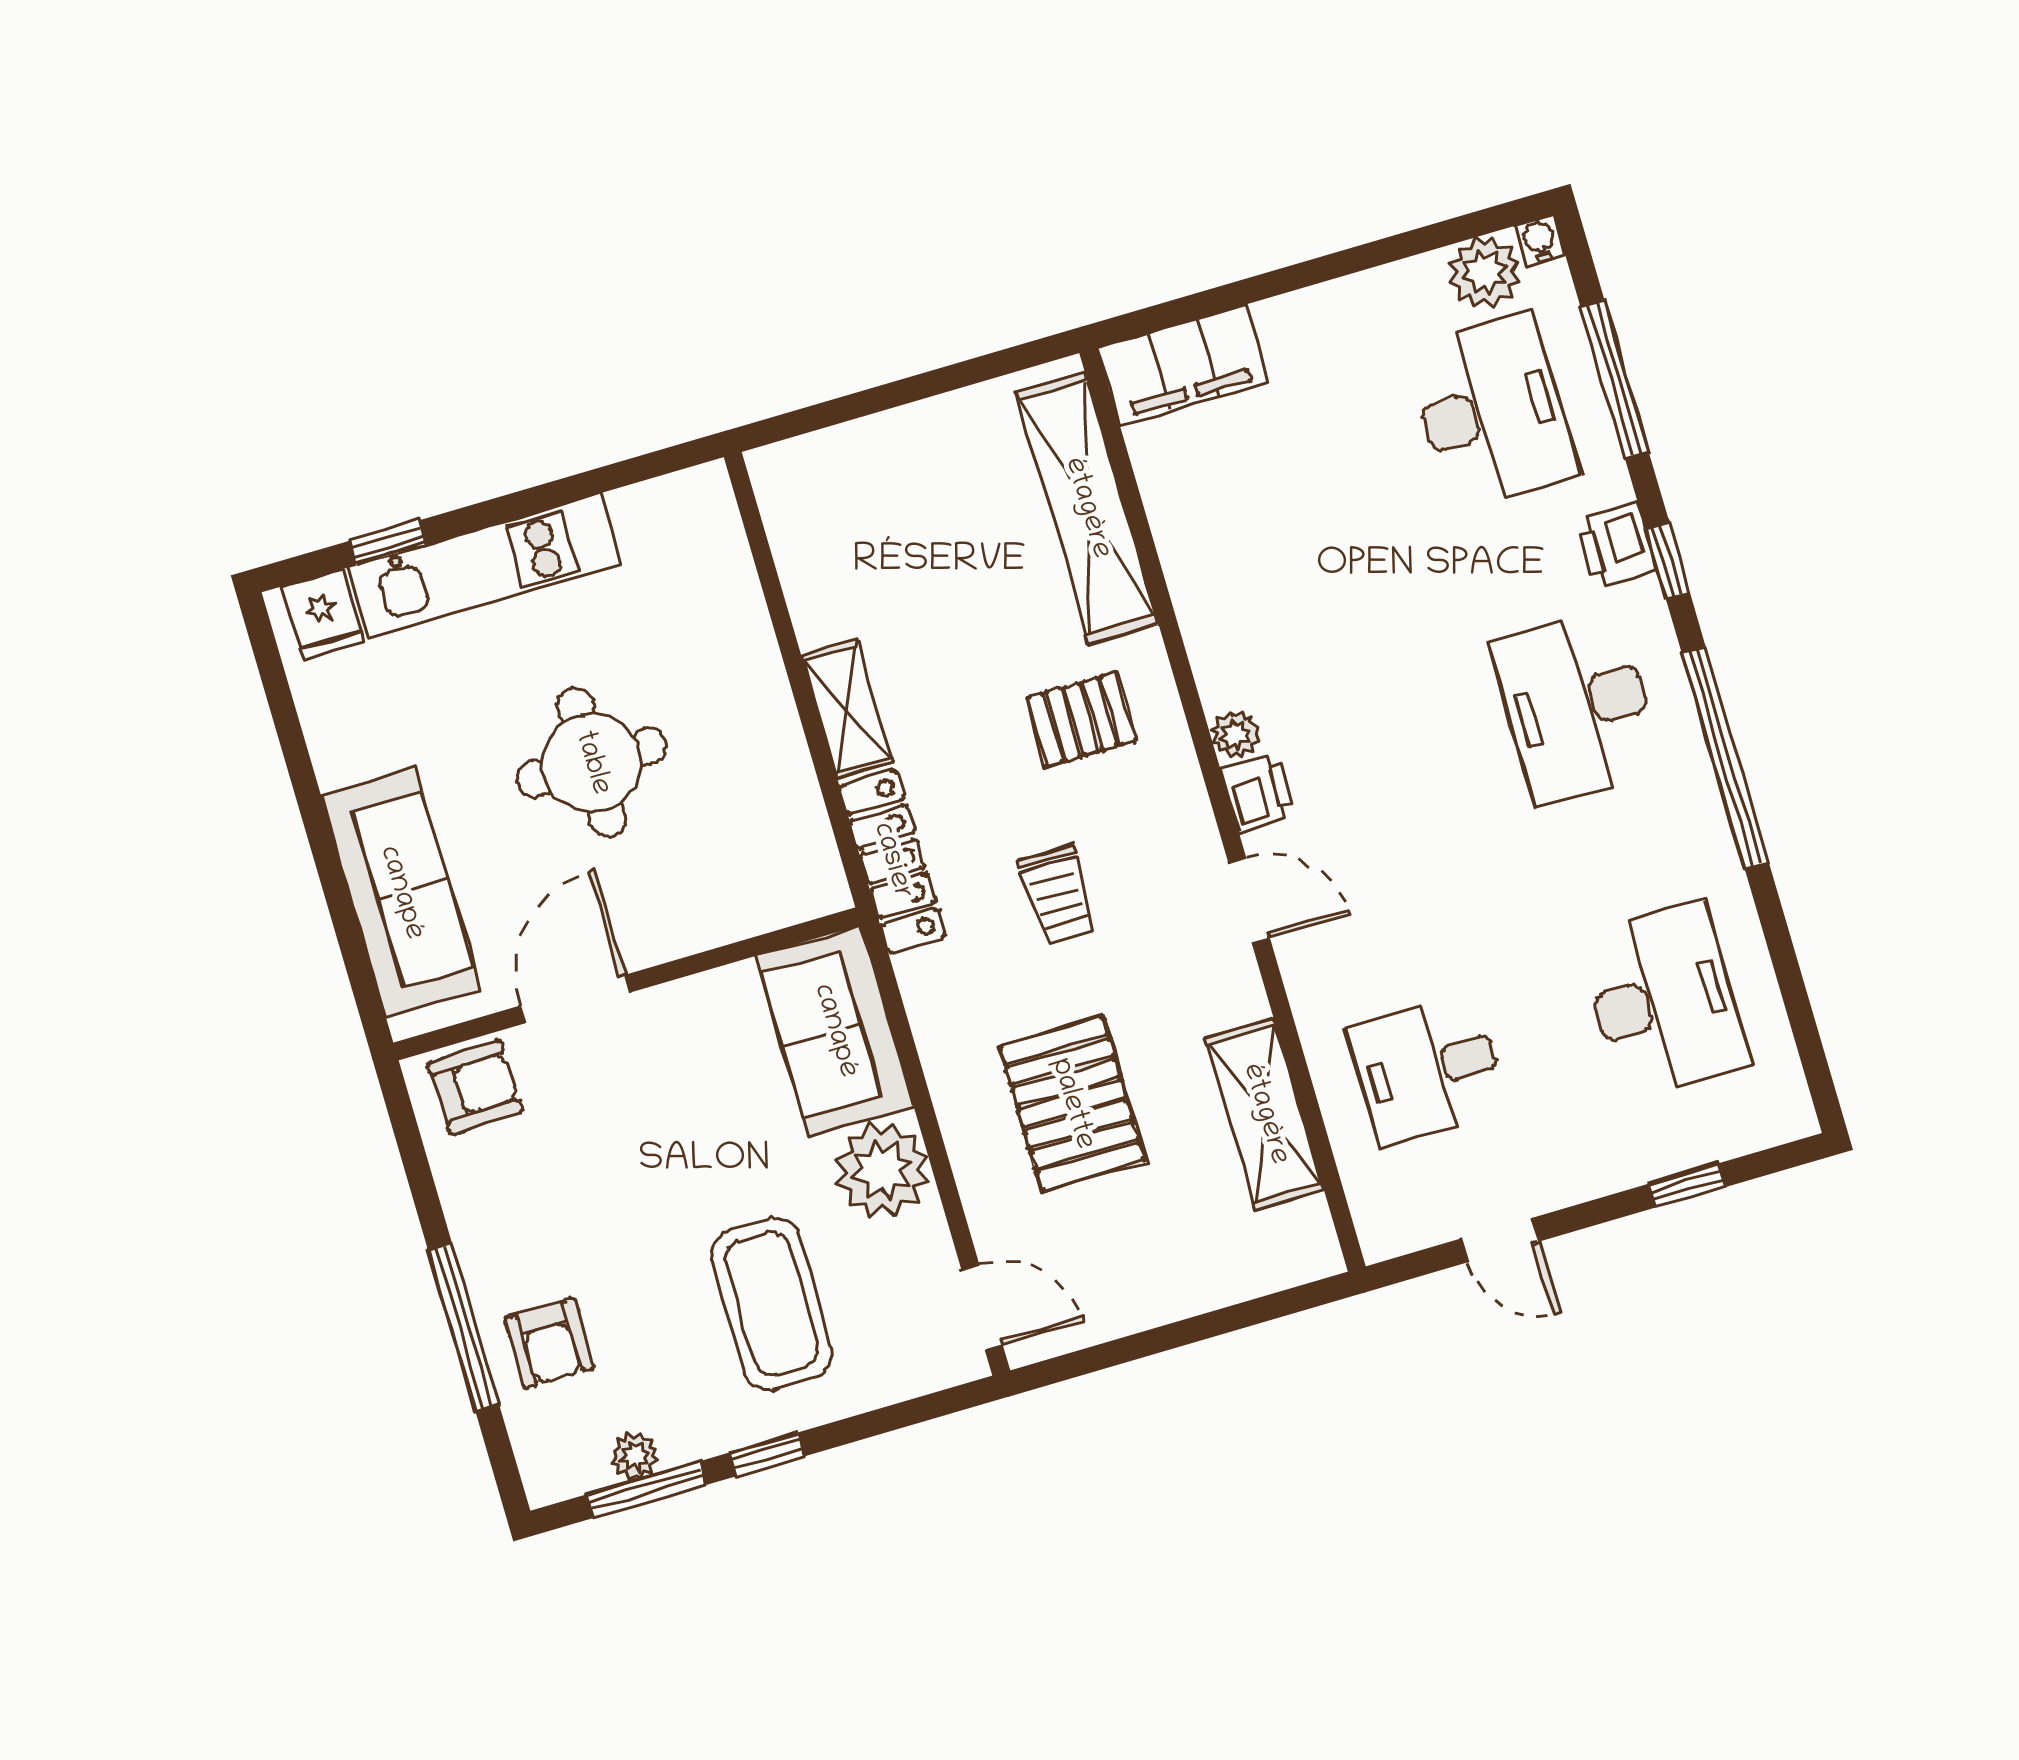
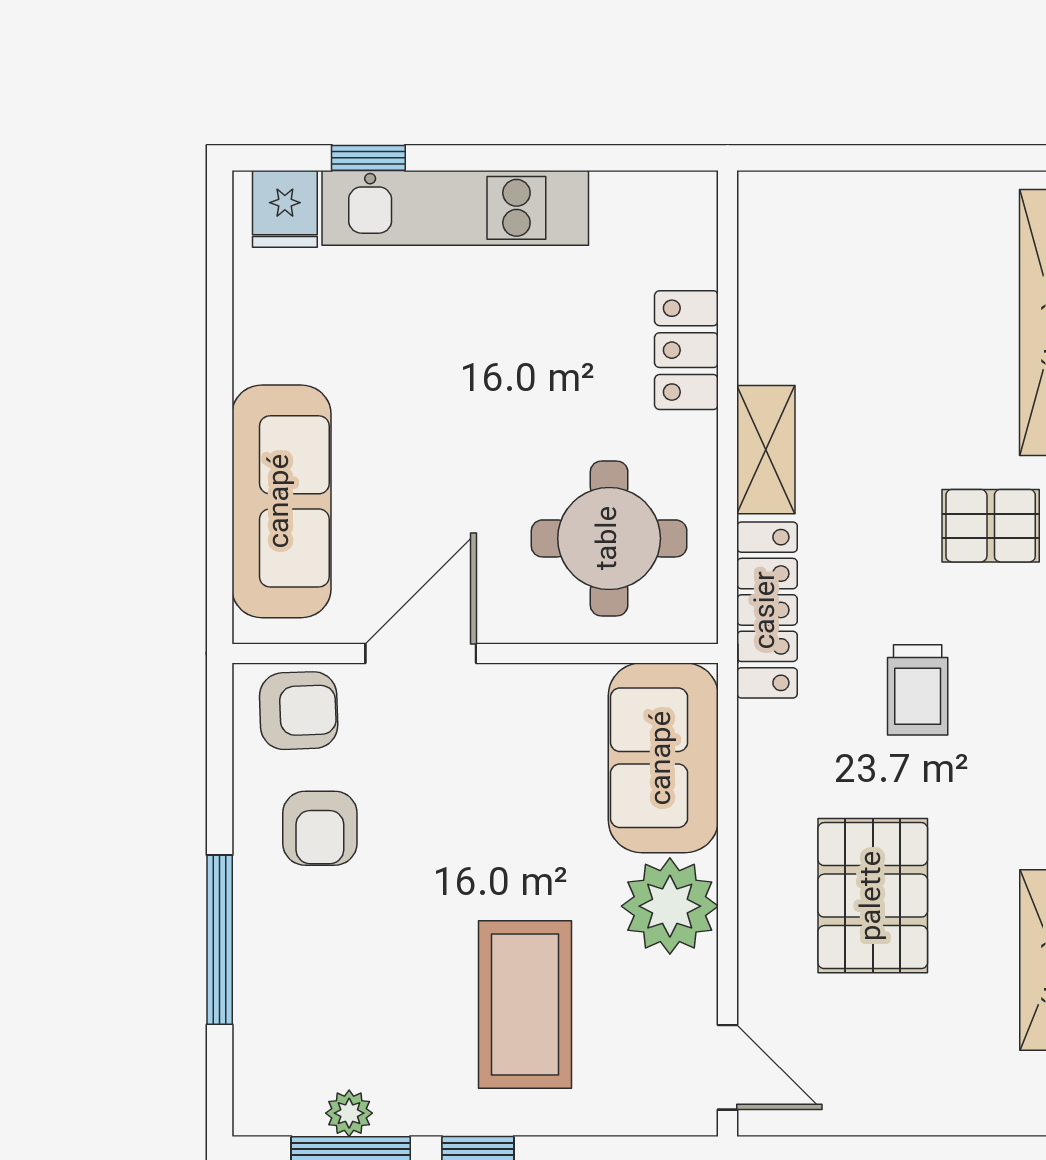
locker: (744, 637) -> (686, 350), added
round table: (592, 763) -> (609, 538), moved
armchair: (549, 1343) -> (320, 828), moved

